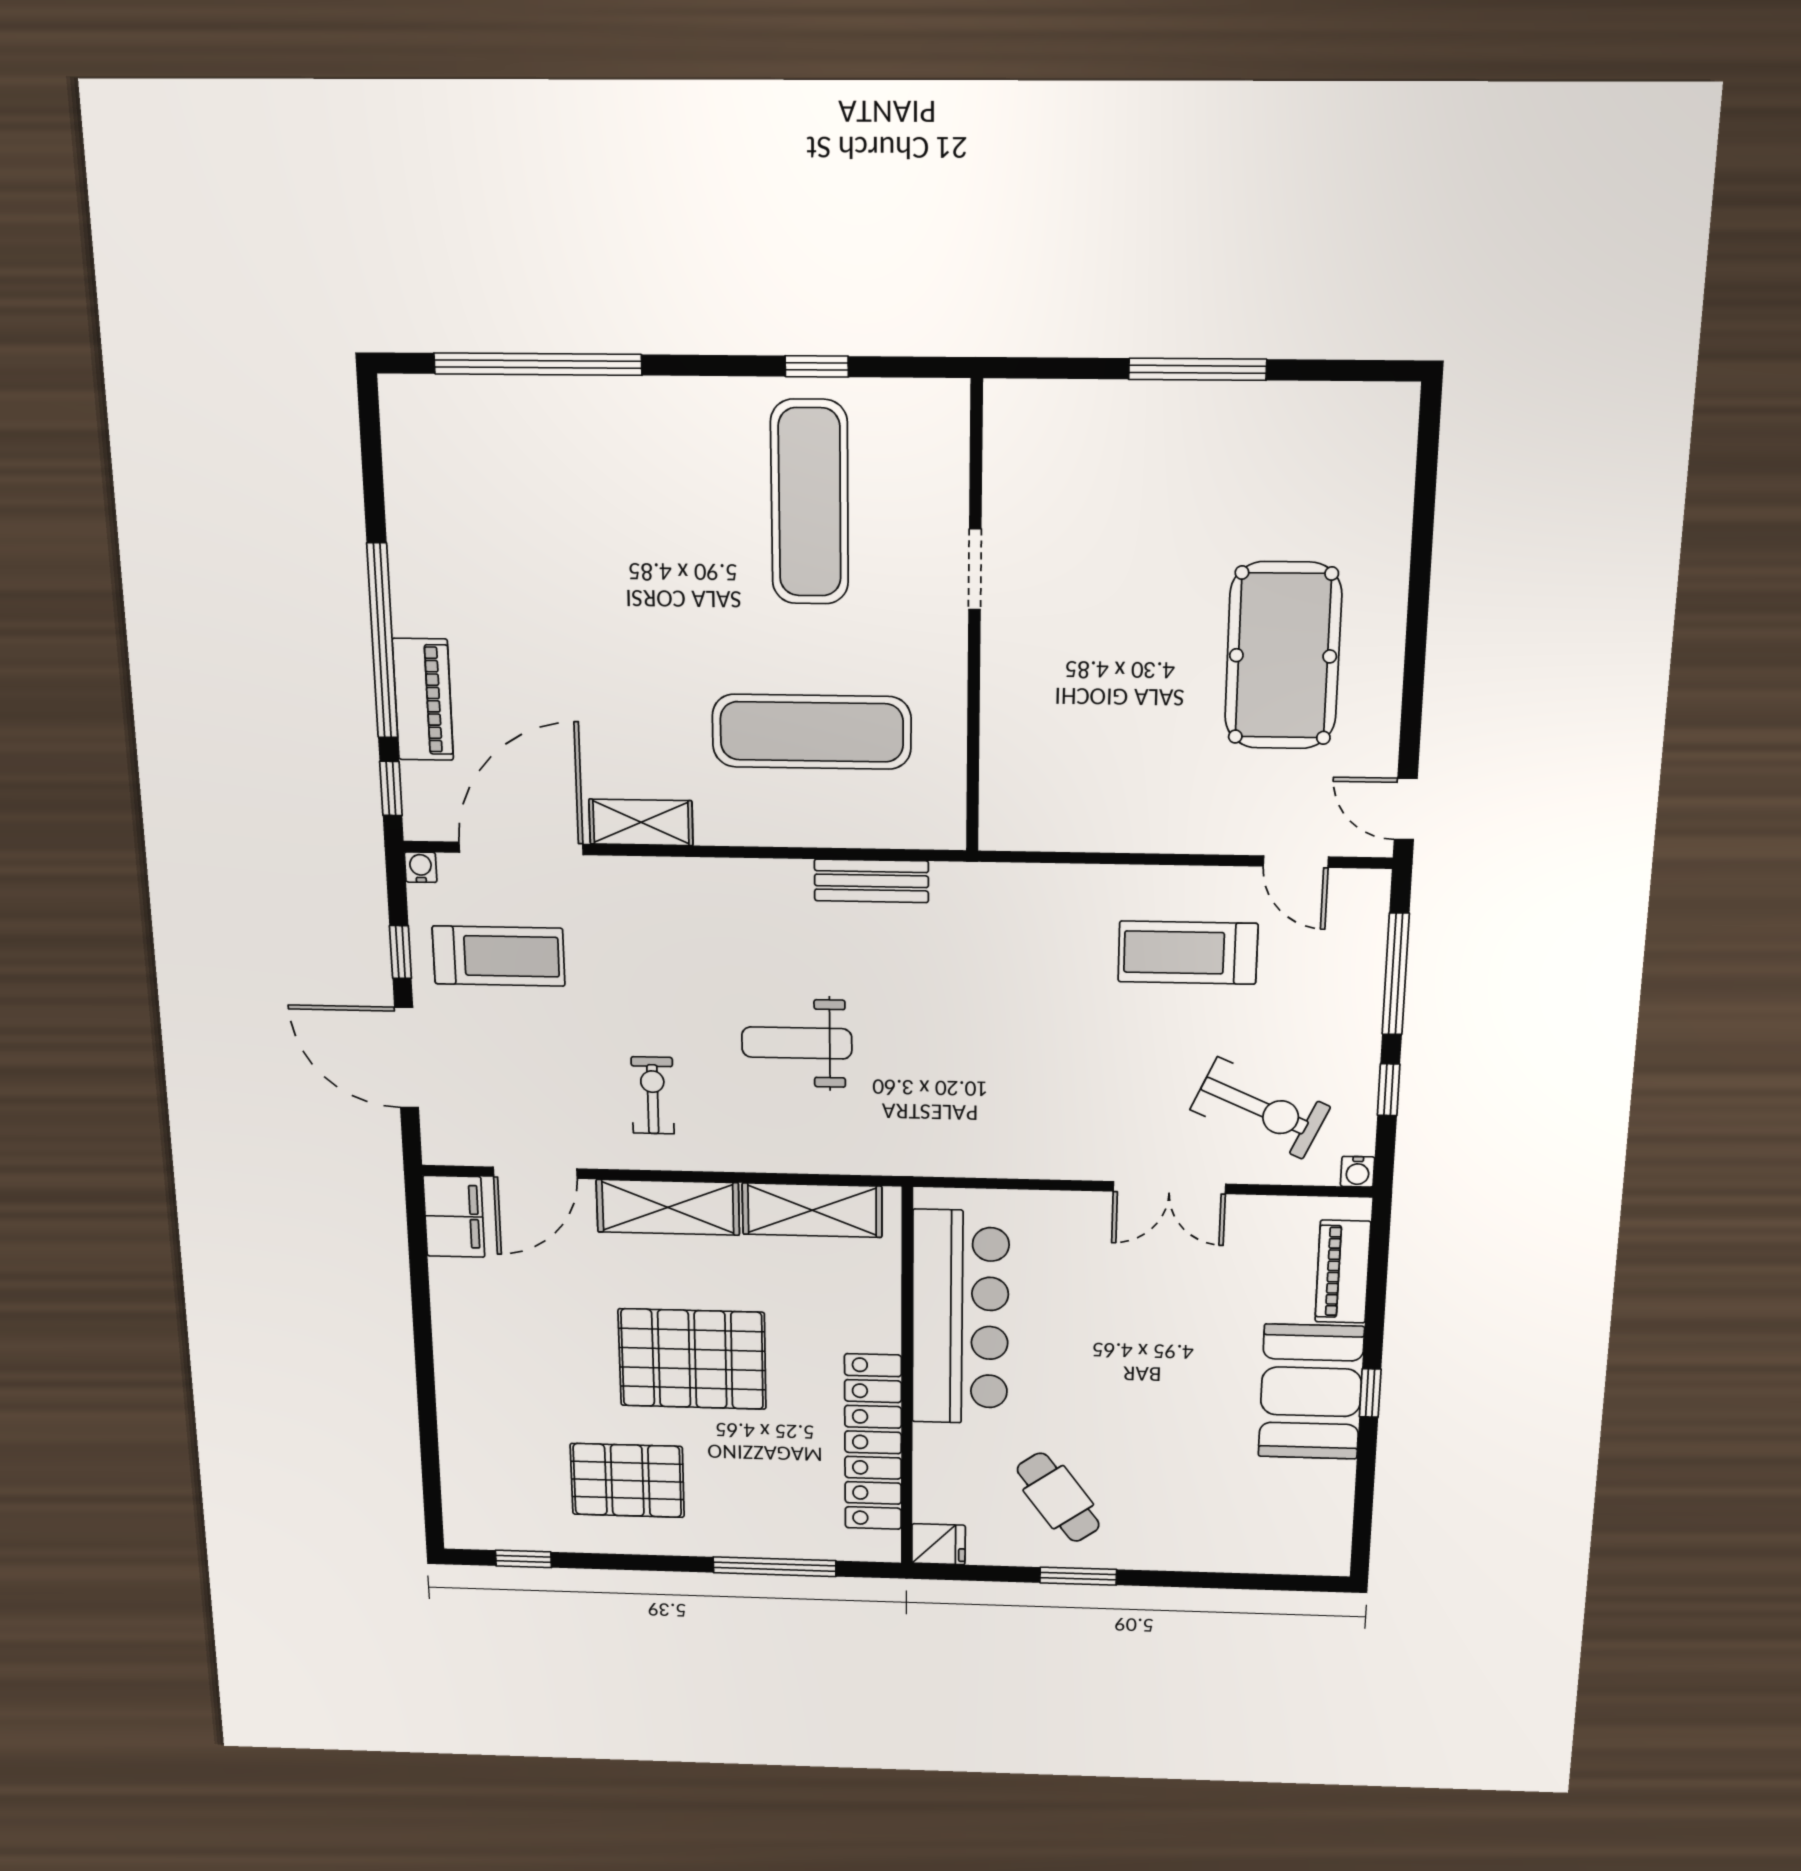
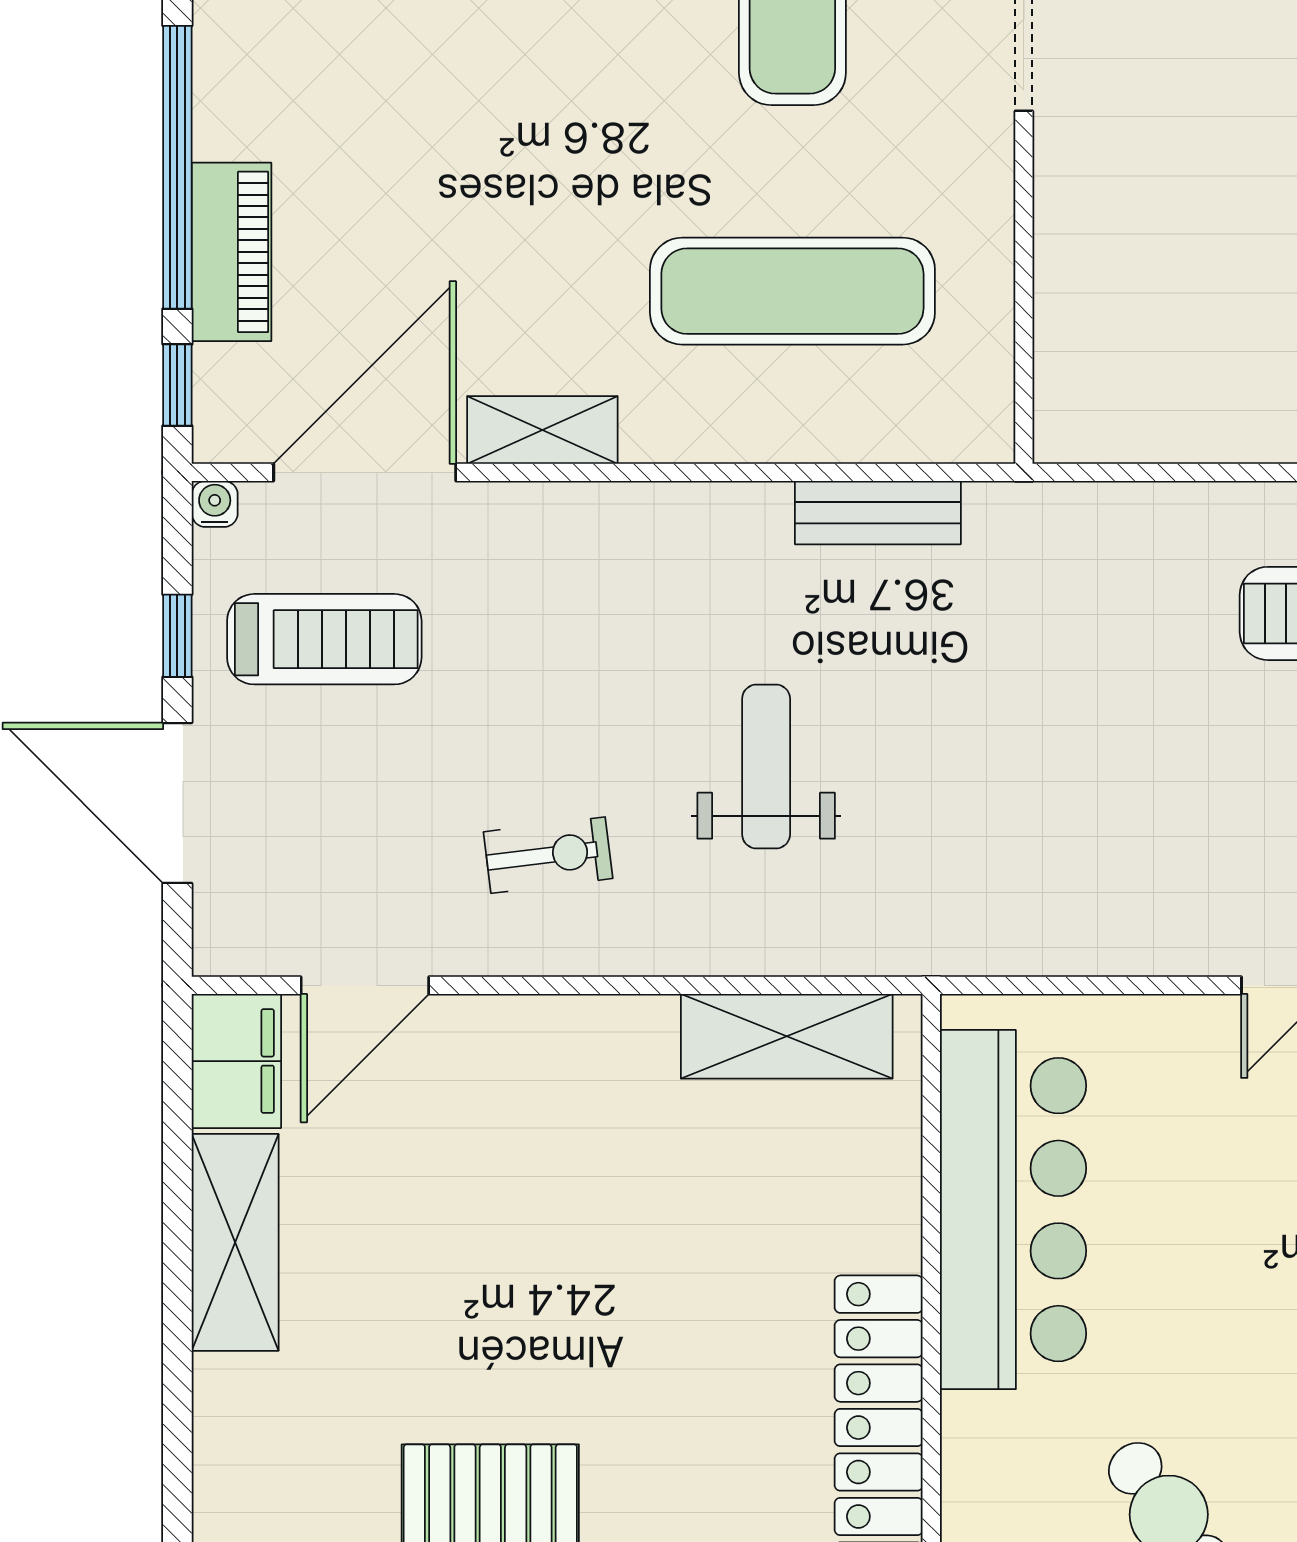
weight bench: (797, 1043) -> (766, 767), turned 90
exercise bike: (653, 1095) -> (548, 855), turned 83
shelving: (668, 1207) -> (235, 1242), moved, turned 90
pallet: (692, 1359) -> (598, 1292), removed

